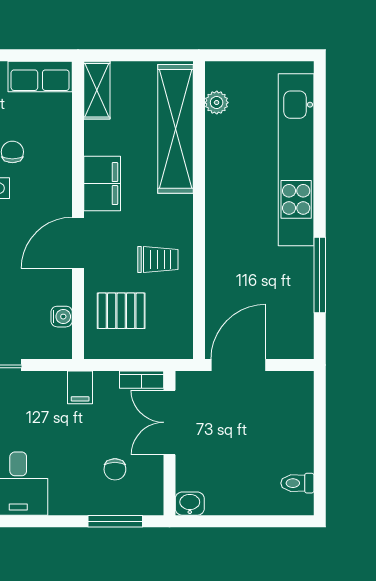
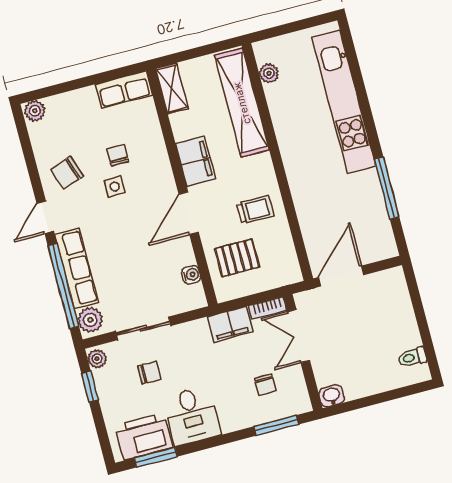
filing cabinet: (80, 387) -> (230, 324), width x2.00

